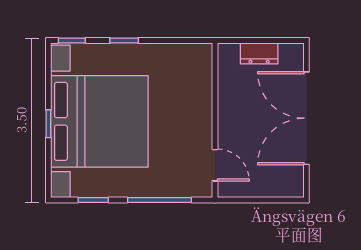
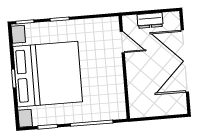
door: (215, 165) -> (122, 42), moved

